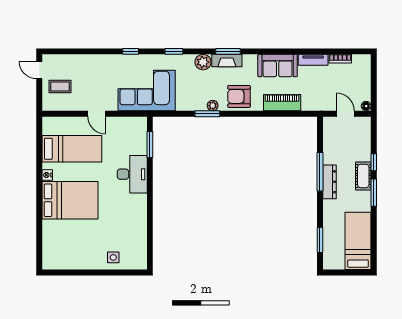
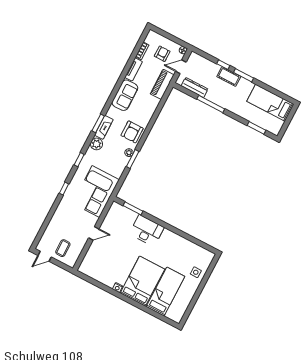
armchair: (349, 84) -> (162, 54), added
piano: (282, 103) -> (162, 84), moved
bed: (72, 149) -> (165, 292), moved
dresser: (329, 182) -> (195, 87), moved

